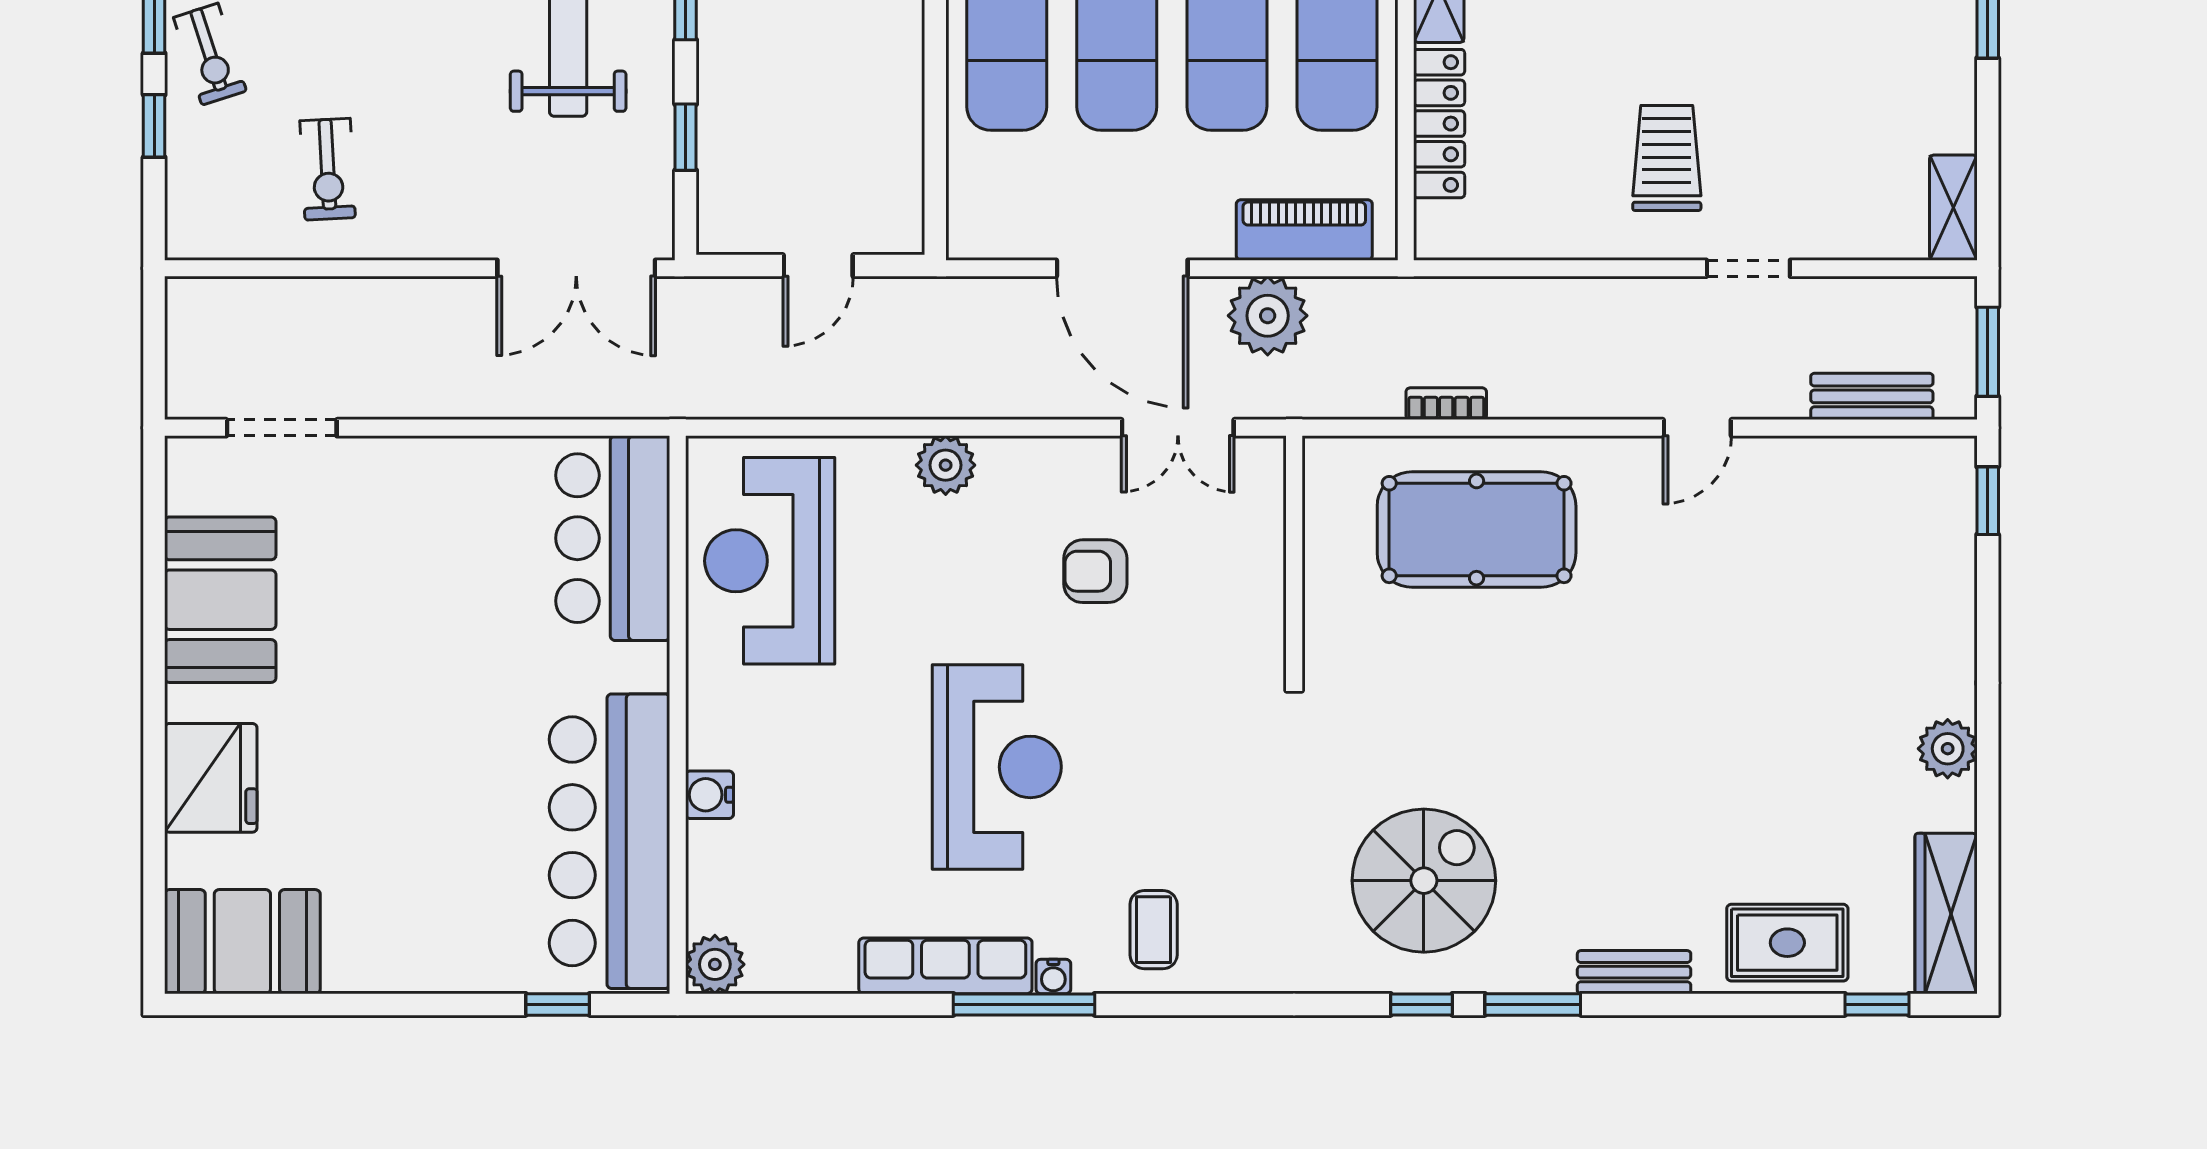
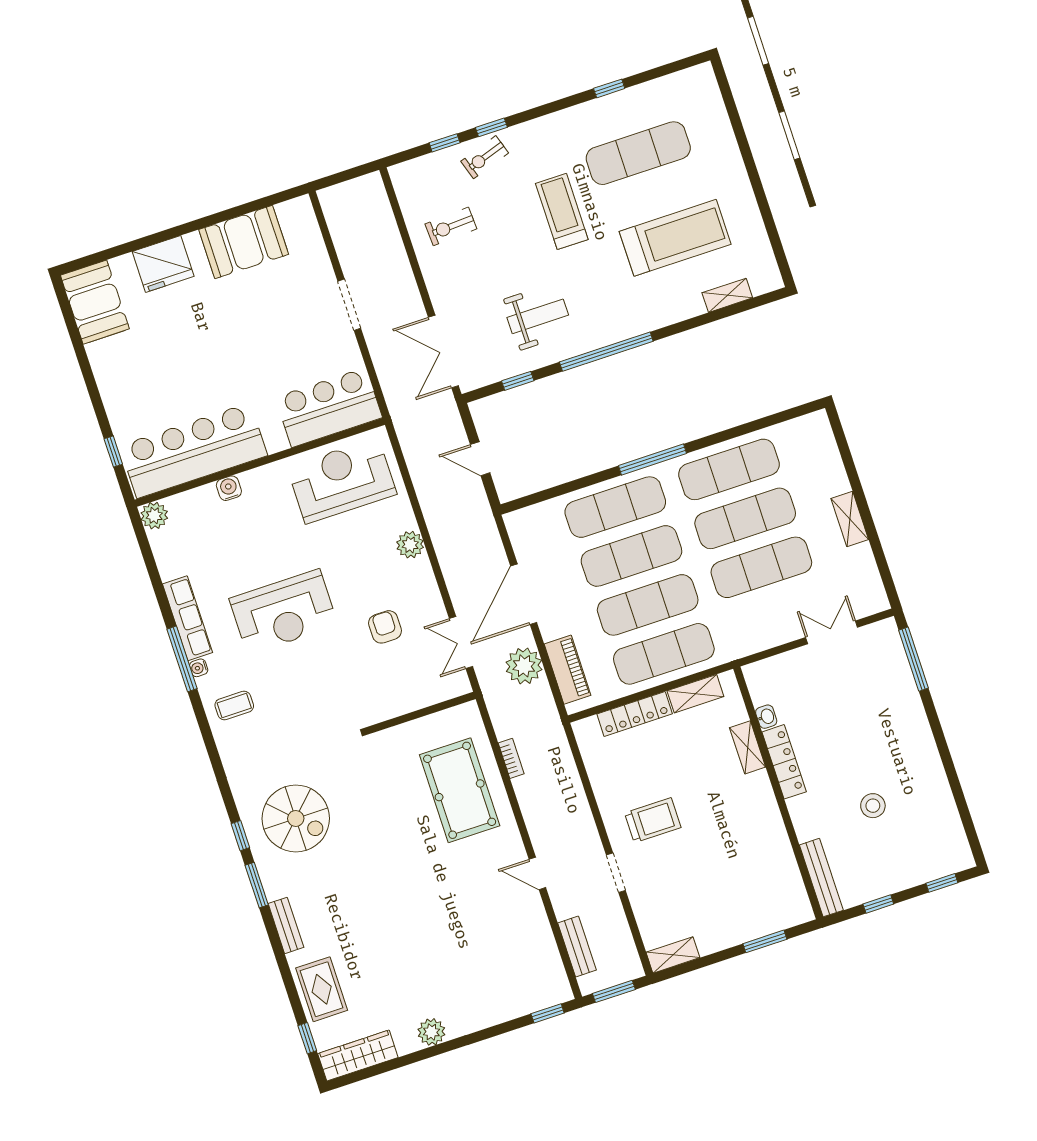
doorway: (282, 428) -> (349, 305), moved

